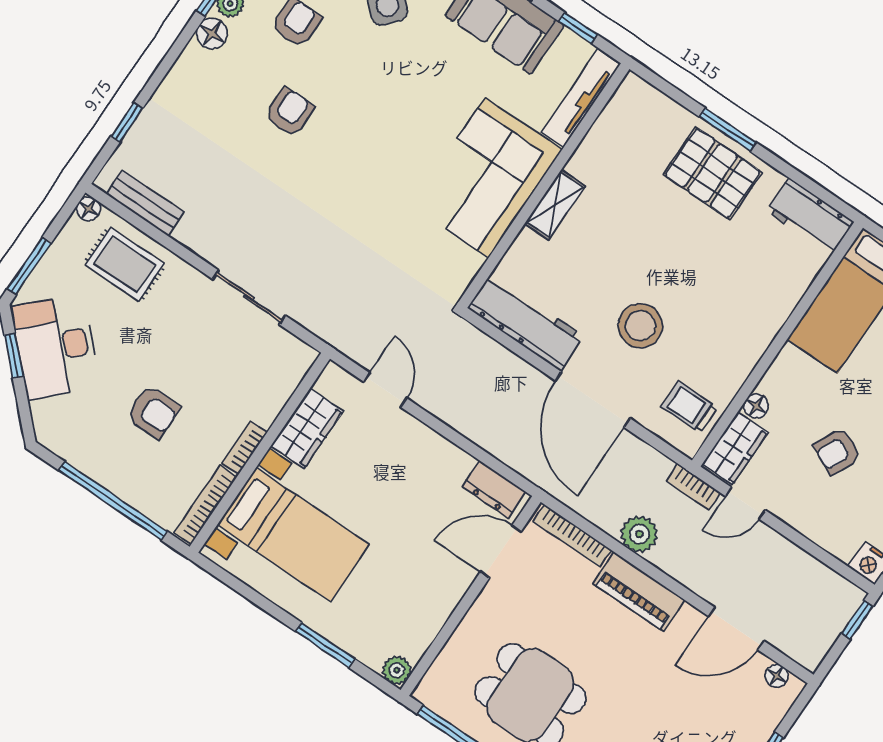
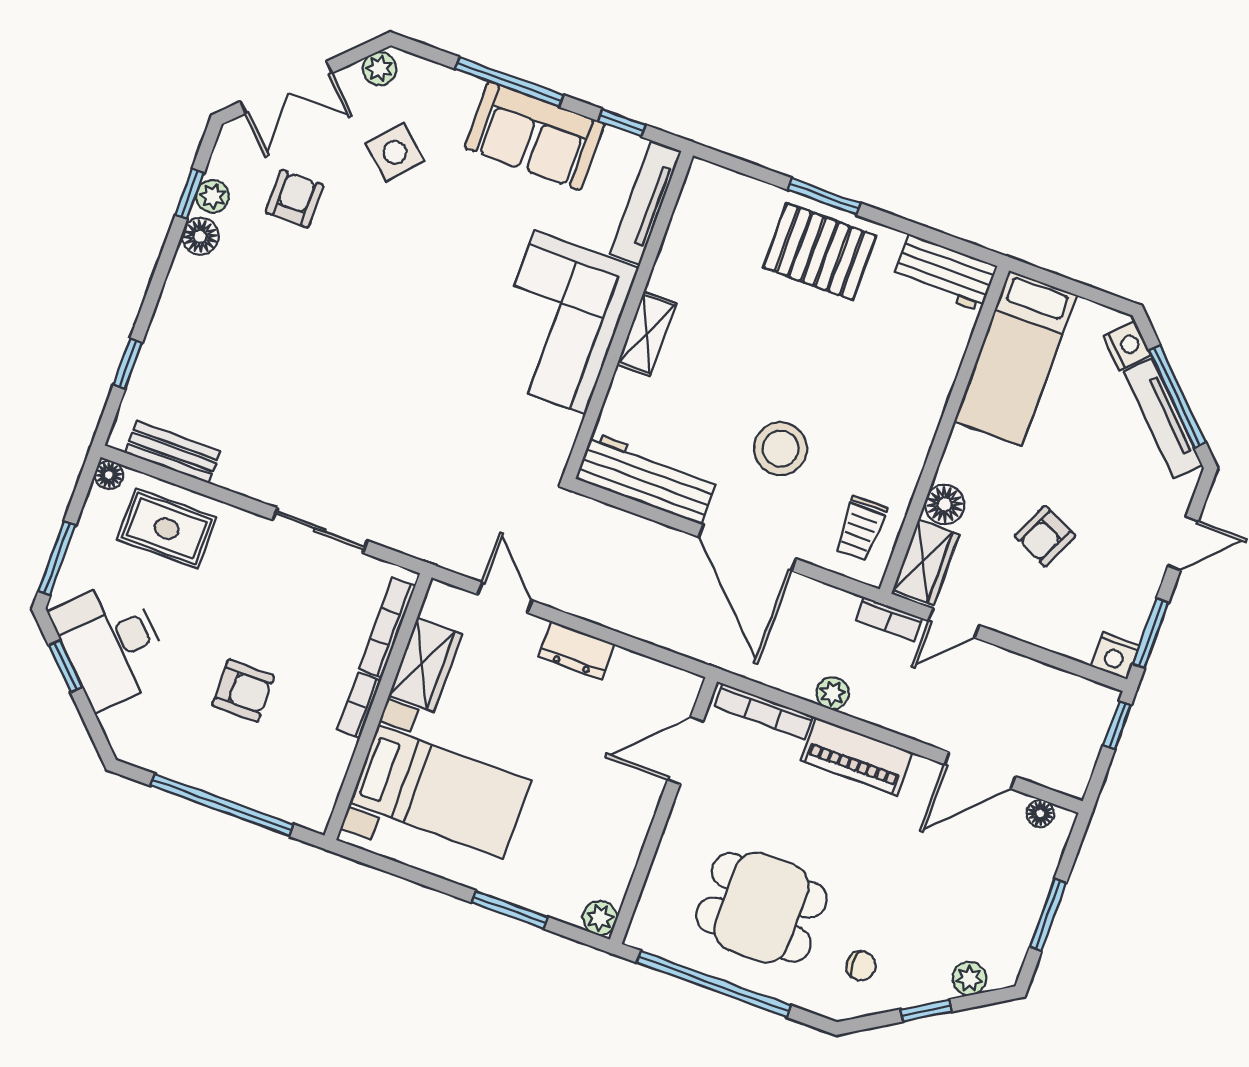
armchair: (289, 112) -> (313, 304), removed
floor lamp: (756, 406) -> (945, 504), width x1.37, depth x1.37
trolley: (689, 407) -> (861, 528), turned -90
dresser: (494, 489) -> (576, 650), moved
bookcase: (206, 505) -> (387, 627), moved
plant: (639, 534) -> (833, 693), width x0.73, depth x0.73

